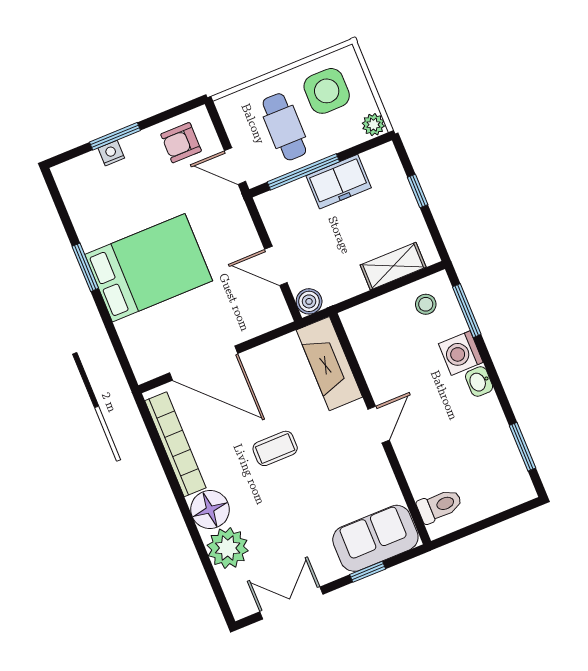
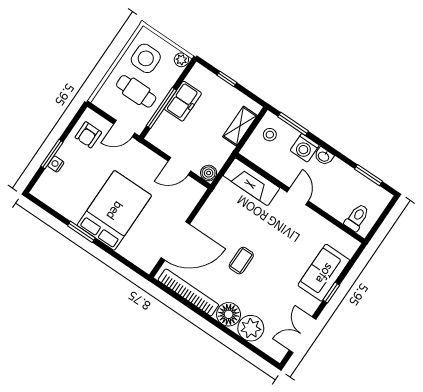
fireplace: (329, 364) -> (251, 182), moved
door: (379, 425) -> (298, 197), moved
wall: (380, 429) -> (300, 198), moved
toilet: (440, 506) -> (357, 218), moved

